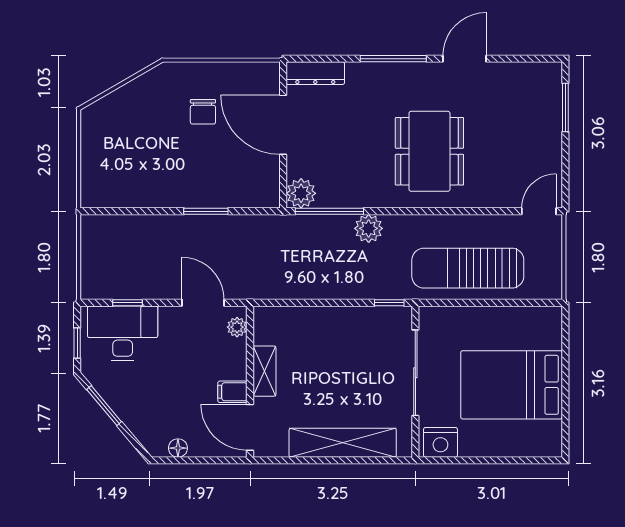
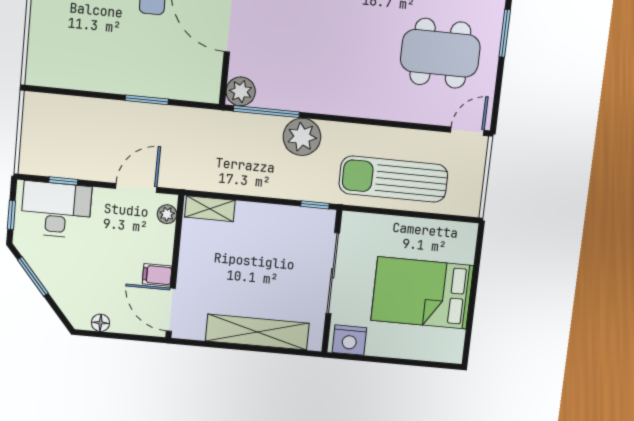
dining table: (429, 151) -> (440, 53), moved, turned 90
plant: (369, 228) -> (302, 137), width x1.36, depth x1.36
door: (203, 303) -> (136, 188), hinge flipped
shelving: (264, 371) -> (210, 209), moved, turned 90

